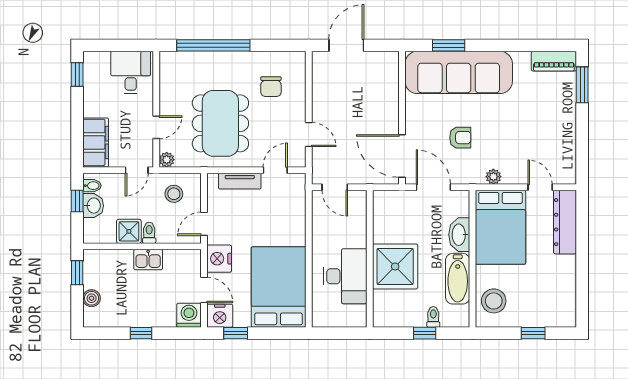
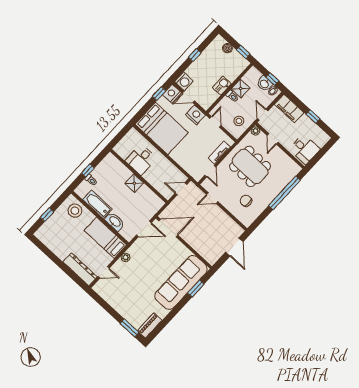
window: (77, 74) -> (313, 116), moved
armchair: (460, 138) -> (154, 259), removed
bed: (500, 227) -> (105, 238), width x0.67
shower: (395, 266) -> (134, 183), width x0.54, depth x0.54
desk: (345, 276) -> (141, 160), width x0.73

